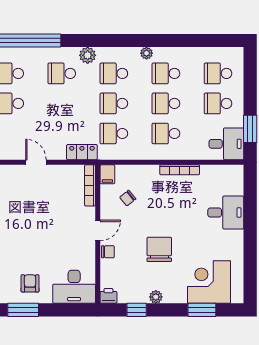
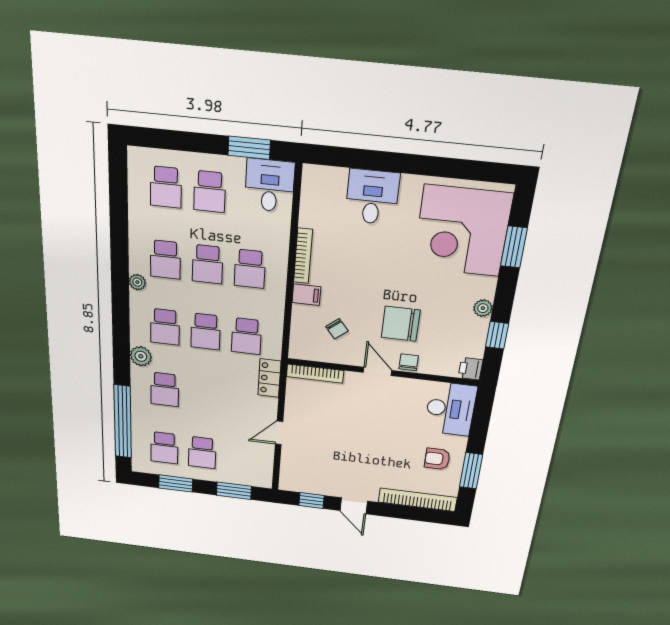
filing cabinet: (107, 174) -> (306, 295), moved
chair: (159, 249) -> (401, 324), moved
corner desk: (209, 282) -> (462, 231), width x1.36, depth x1.36

